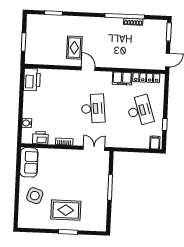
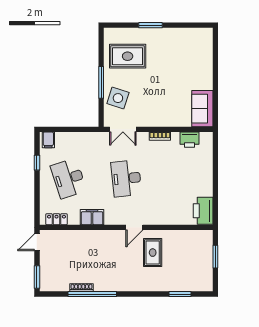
door: (88, 69) -> (134, 227), hinge flipped
locker: (146, 78) -> (56, 219), width x0.66
water cooler: (27, 123) -> (207, 157), removed
side table: (35, 196) -> (118, 98), moved
rug: (66, 210) -> (128, 56), moved

